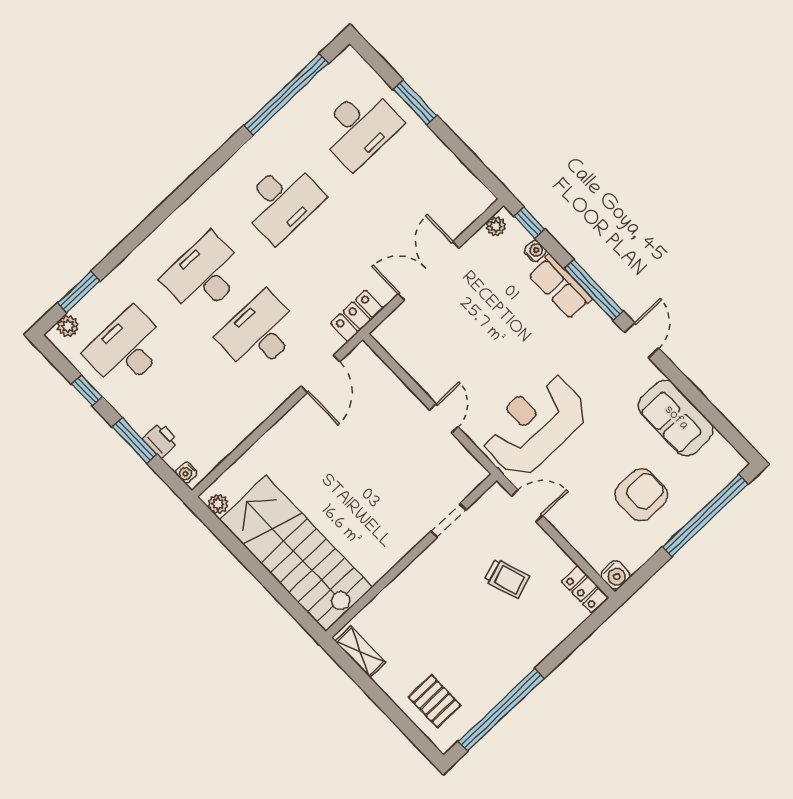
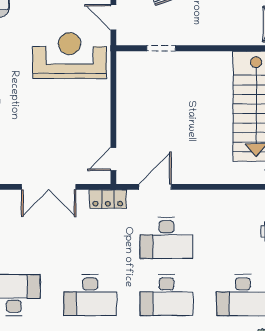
desk: (282, 201) -> (90, 295), turned 180
door: (444, 418) -> (113, 159), moved
reception desk: (534, 425) -> (70, 56), turned 180

